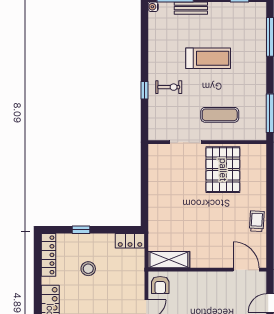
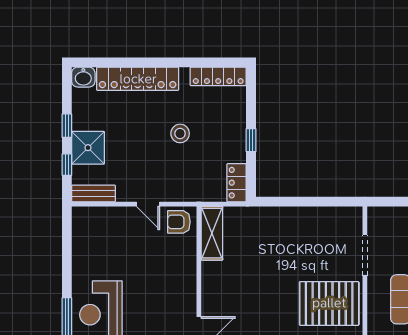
window: (81, 230) -> (251, 140), moved
stool: (88, 269) -> (180, 133), moved

